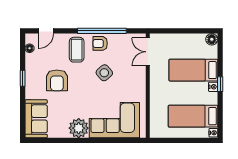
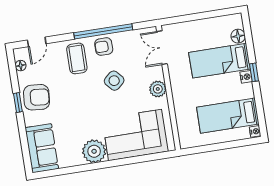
floor lamp: (212, 39) -> (238, 36), moved
armchair: (57, 80) -> (37, 97), moved, turned -85
plant: (139, 85) -> (158, 89), added

